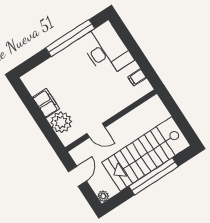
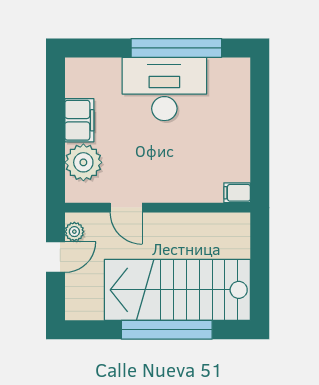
desk: (107, 50) -> (164, 89), moved, turned -90
filing cabinet: (137, 77) -> (237, 193), moved
plant: (103, 196) -> (74, 232), moved

